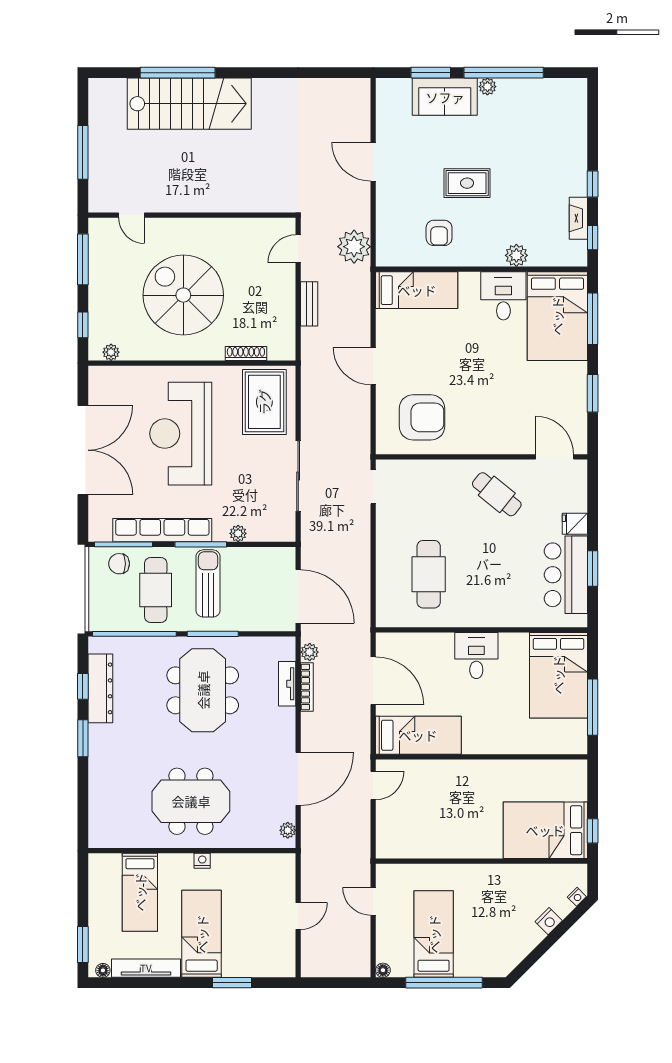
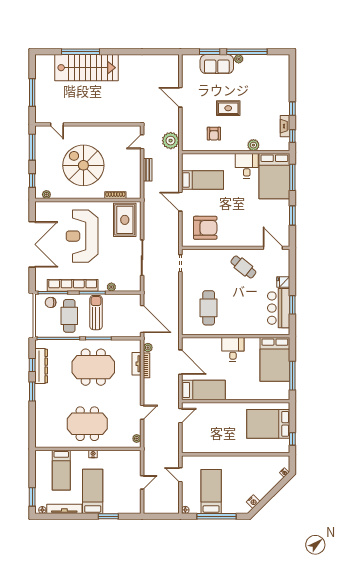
bed: (417, 290) -> (202, 180), moved
meeting table: (203, 690) -> (93, 367), turned 90
door: (298, 779) -> (142, 412), width x0.53
bed: (545, 830) -> (268, 424), moved
nightstand: (549, 921) -> (253, 502), moved

